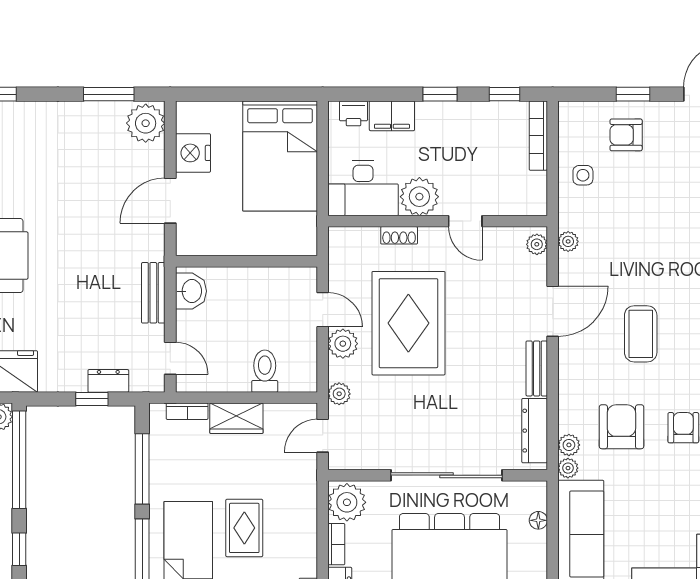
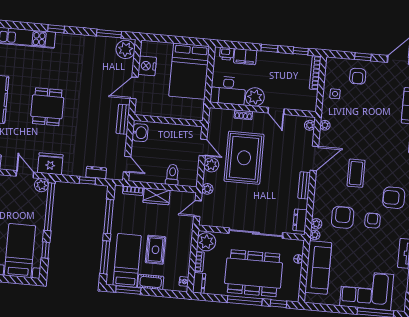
armchair: (626, 135) -> (358, 76), turned -90
bench: (153, 293) -> (123, 119), moved
dresser: (535, 431) -> (300, 220), width x0.70

